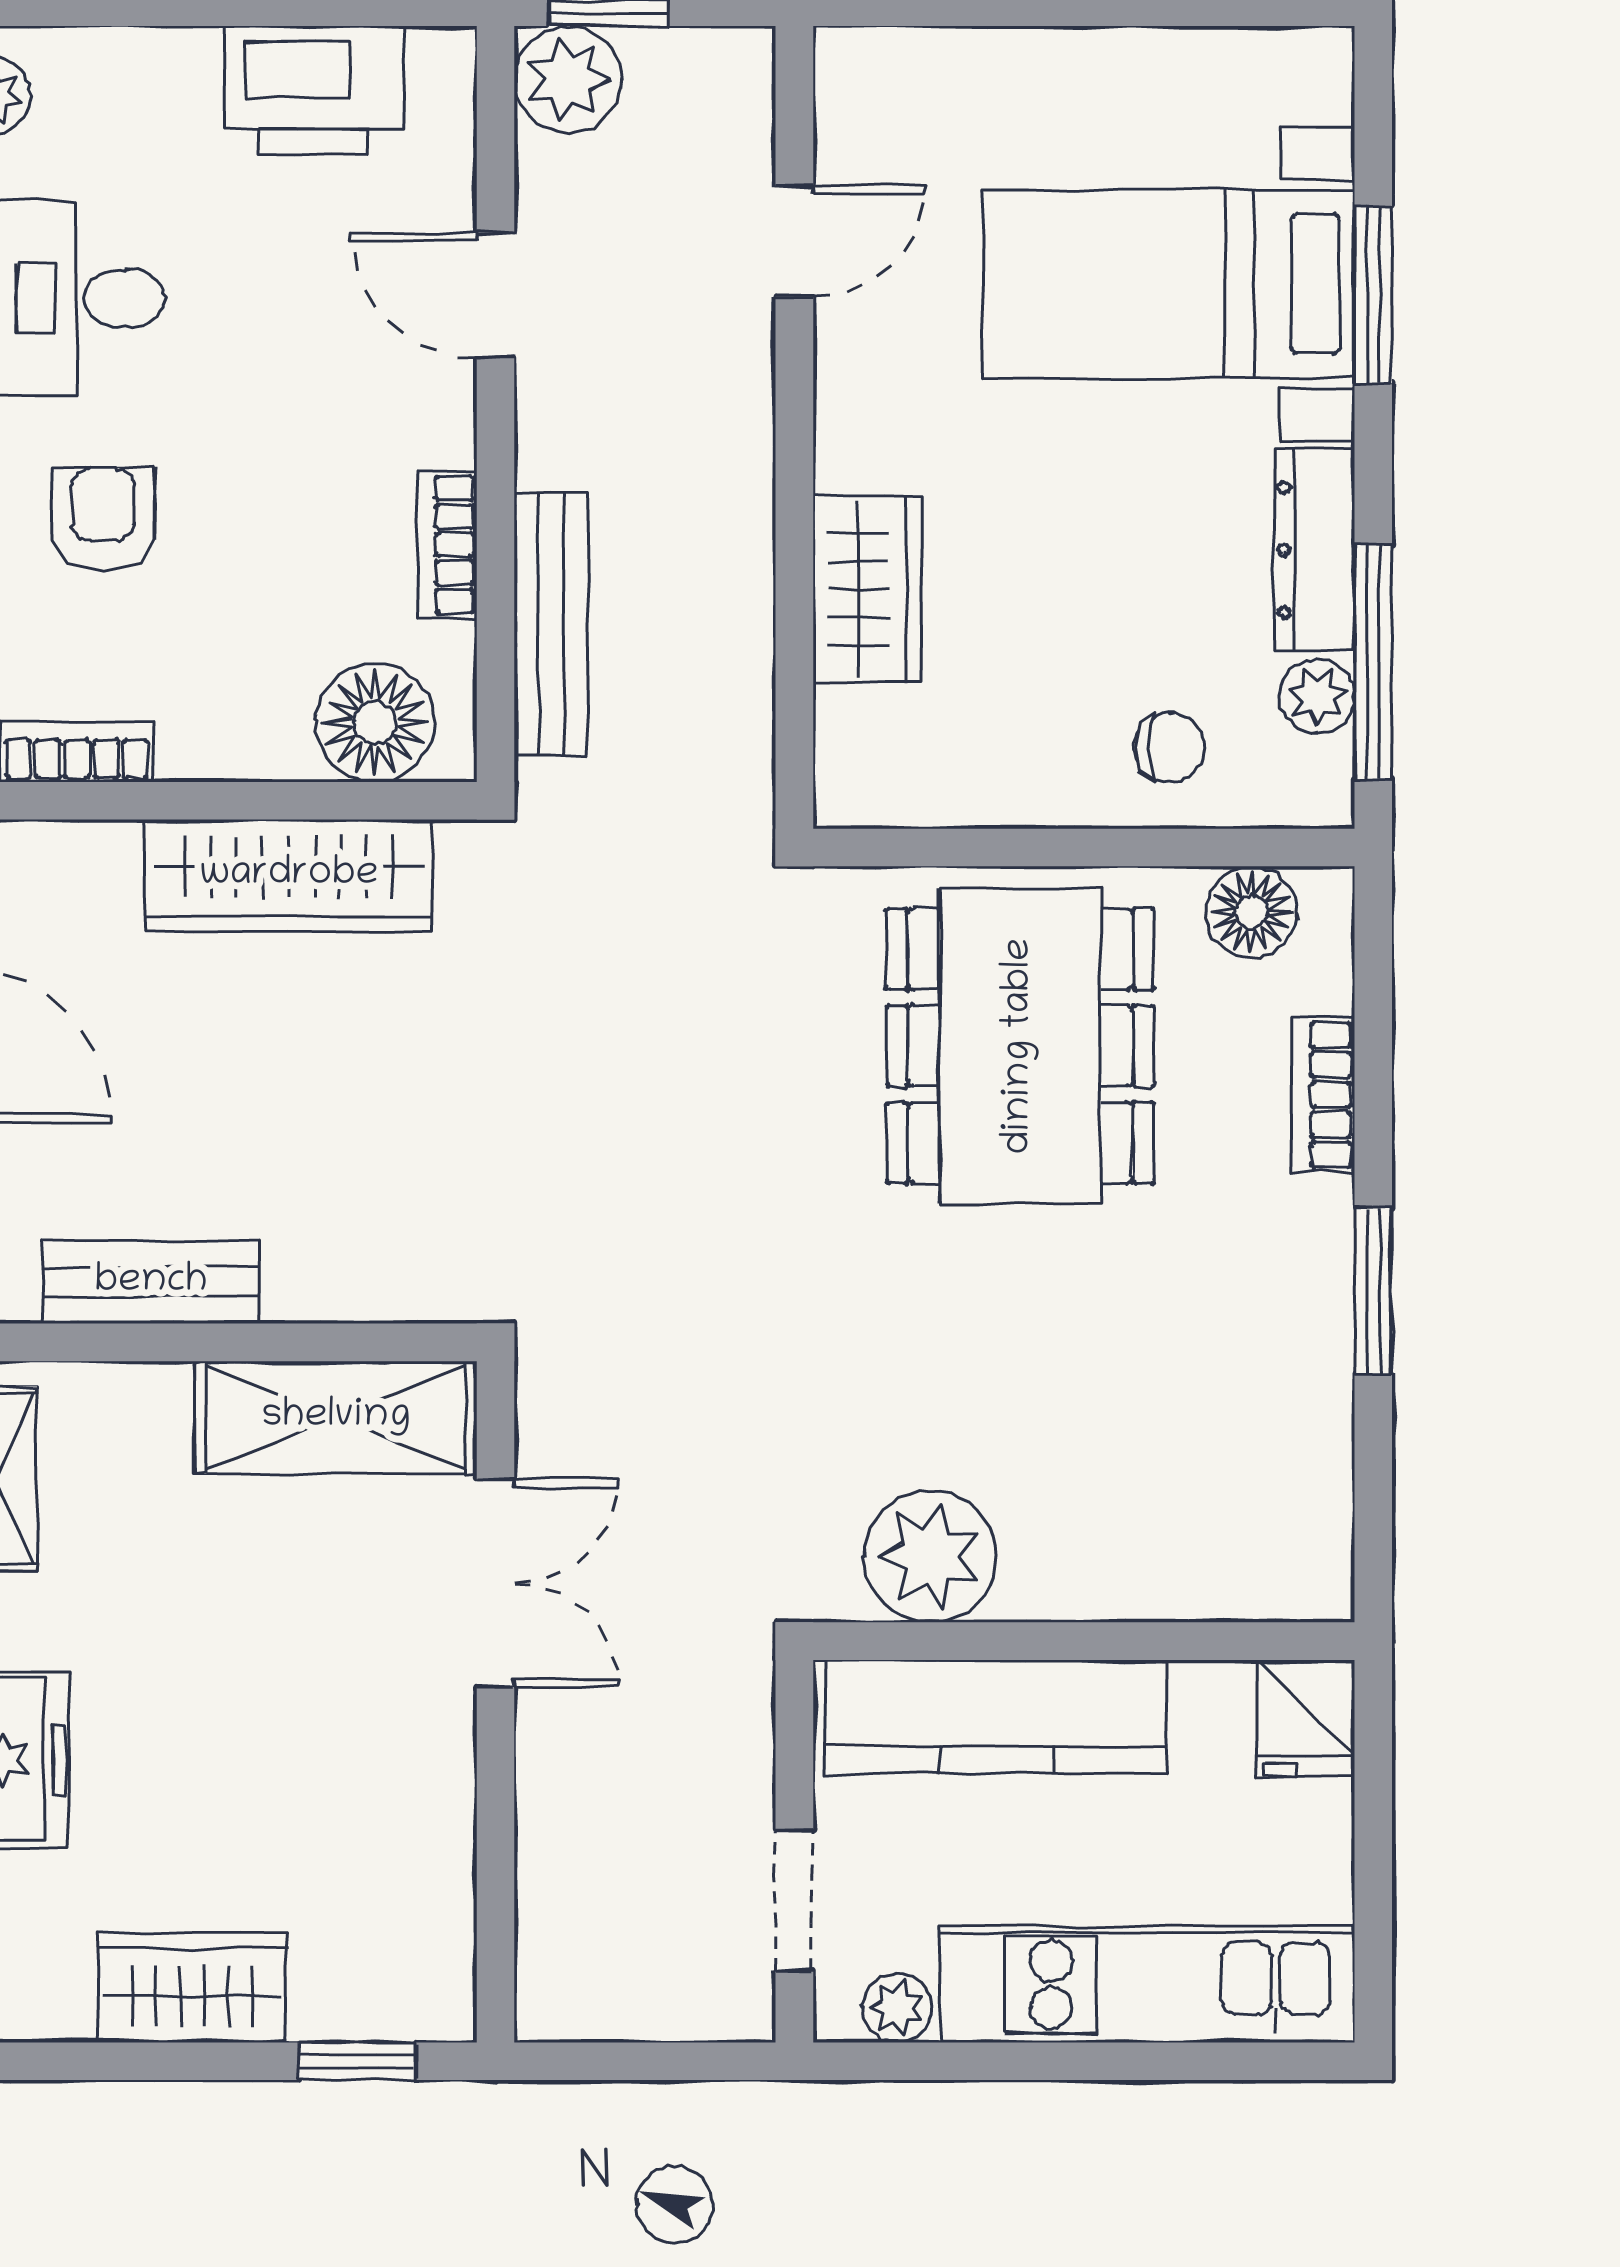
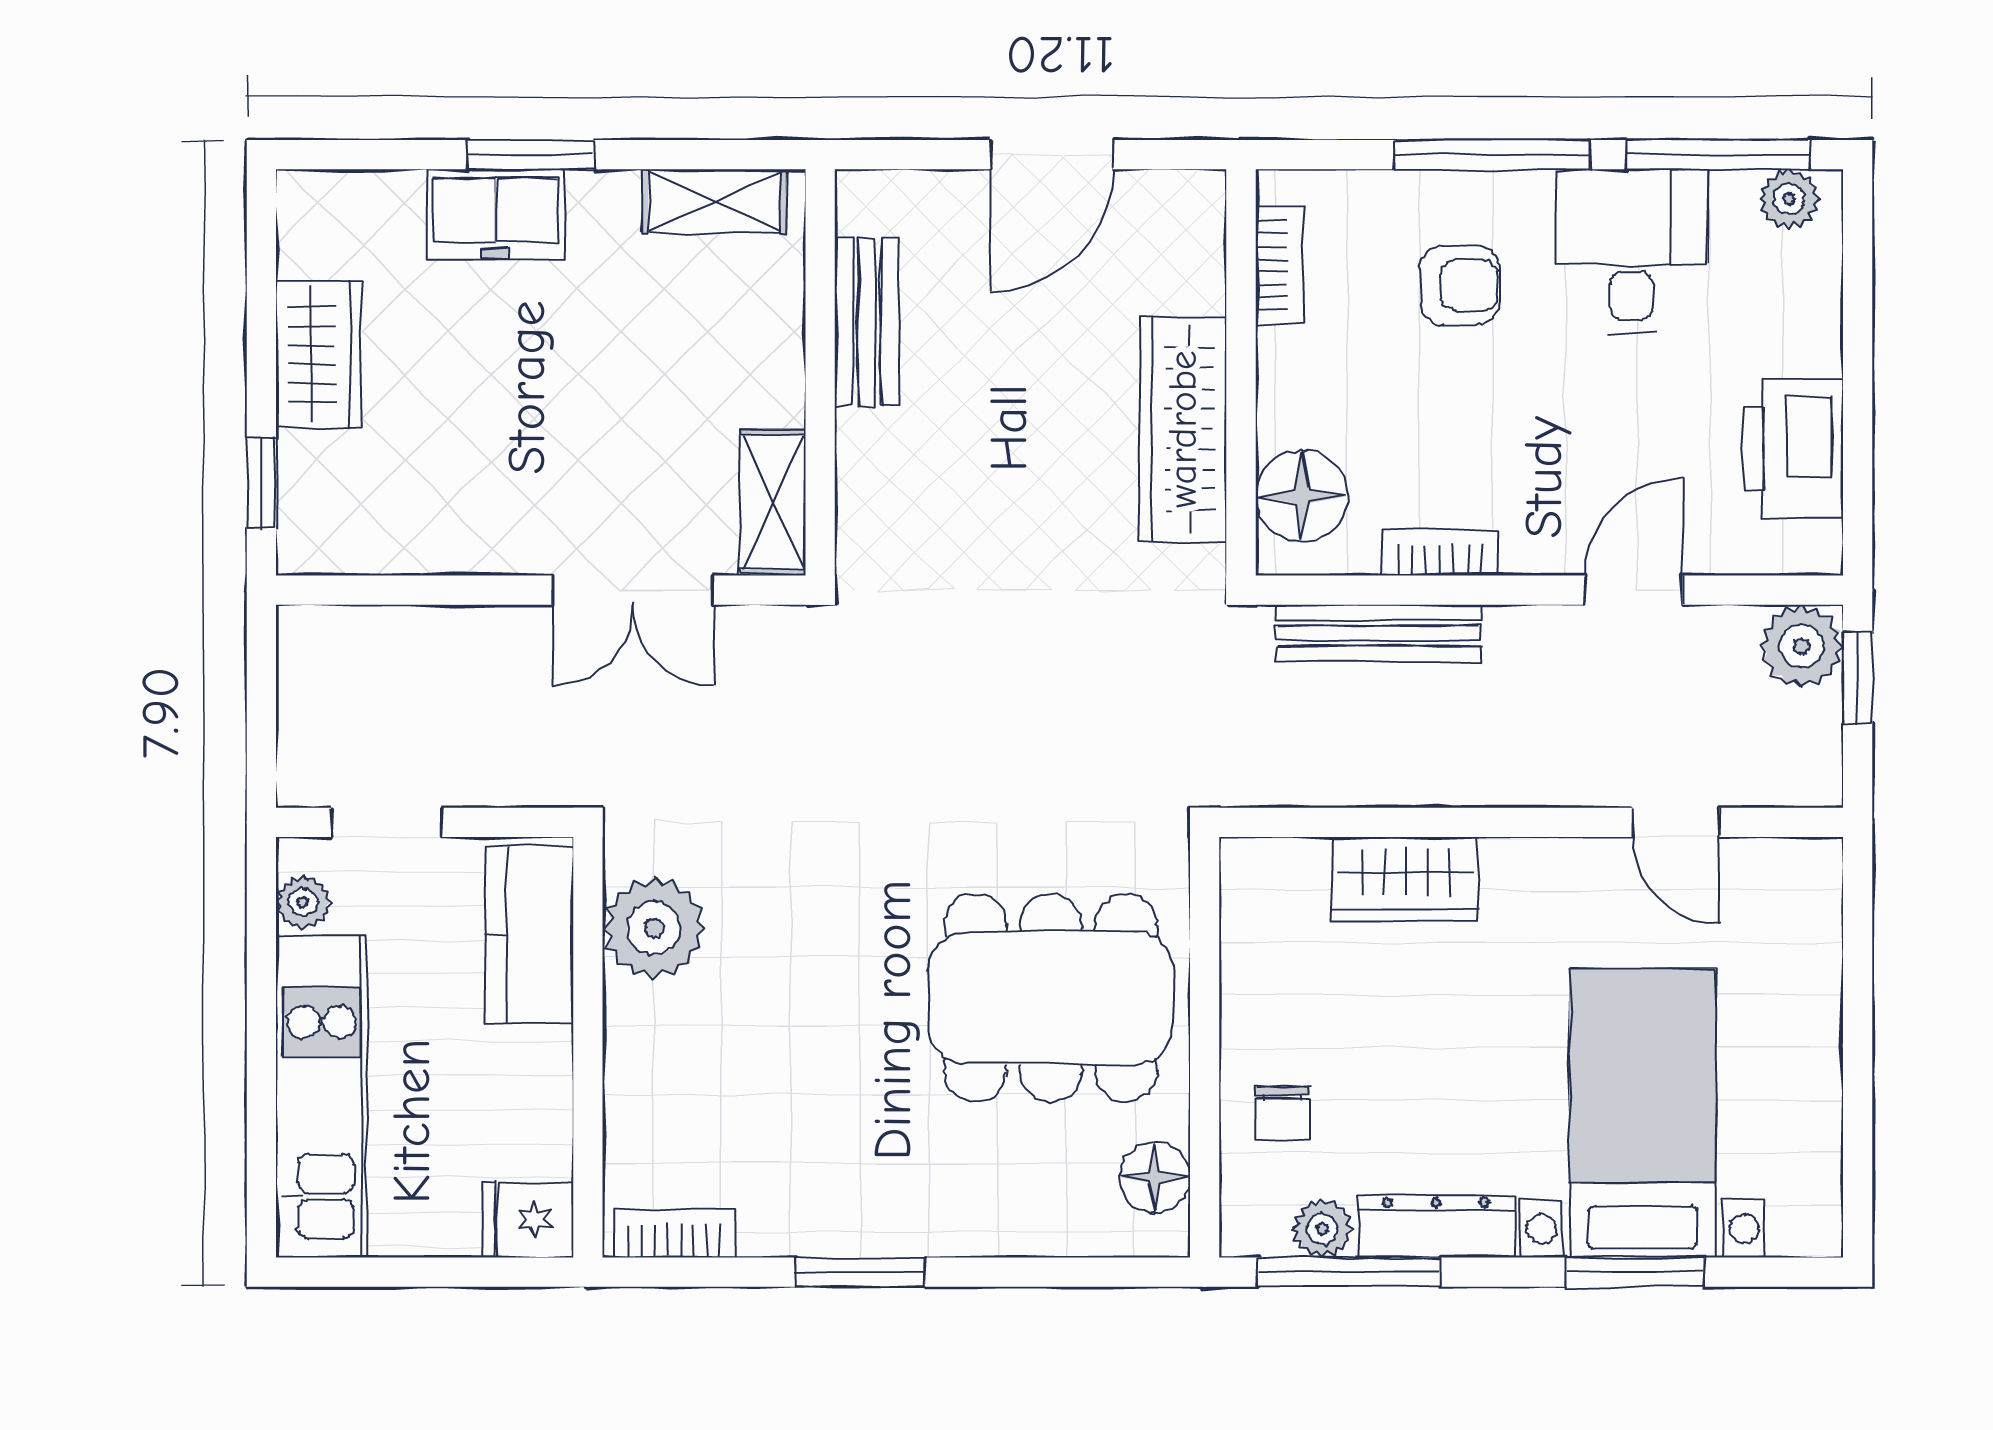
bookcase: (1323, 1095) -> (674, 1233), moved
shelving: (336, 1417) -> (773, 503), width x0.67, depth x0.75
kitchen counter: (996, 1717) -> (529, 935), width x0.67

